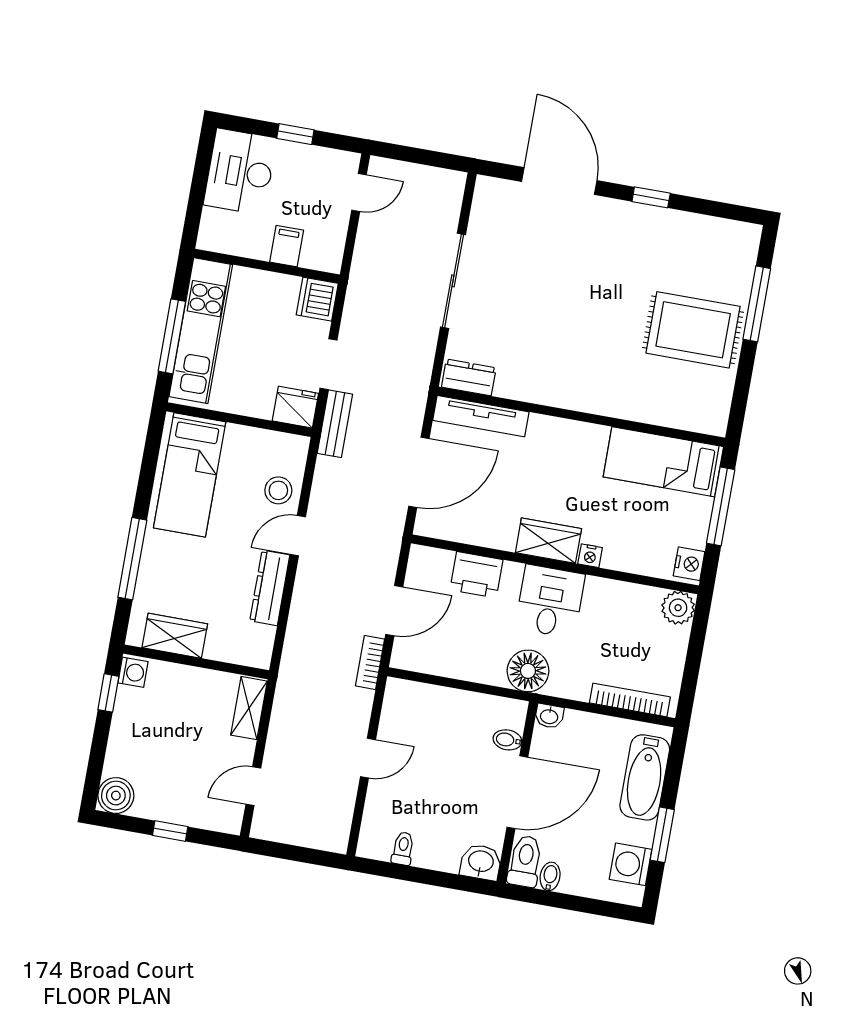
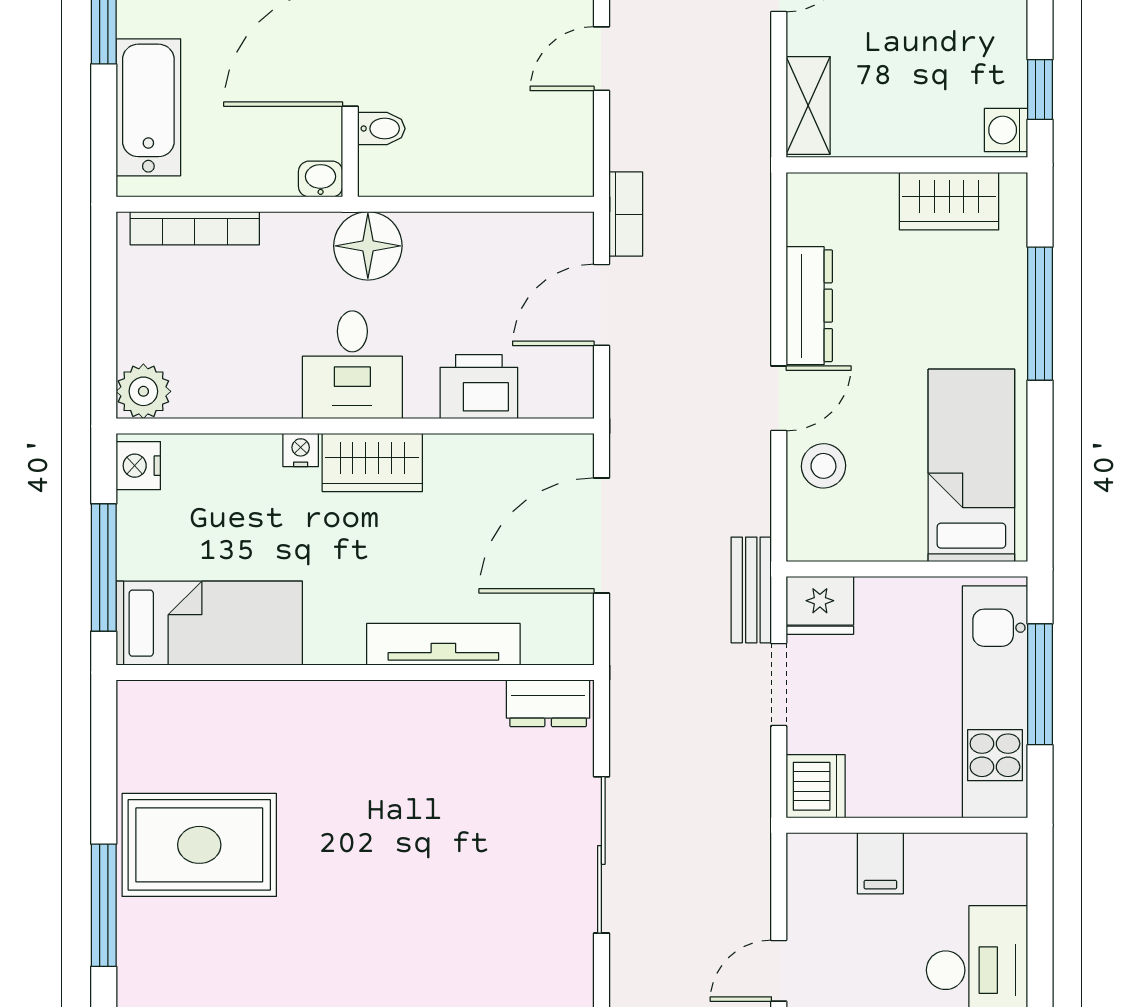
tv unit: (481, 416) -> (443, 644), moved

